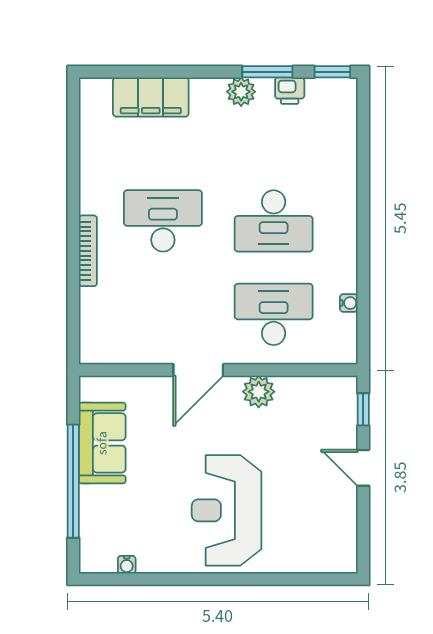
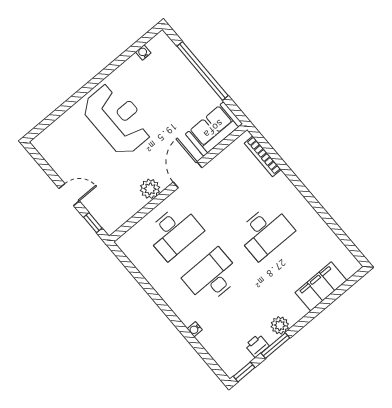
bookcase: (88, 251) -> (263, 156), moved
water cooler: (349, 303) -> (195, 329), moved
sofa: (102, 443) -> (214, 129), moved, turned 90

